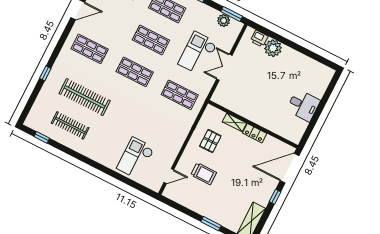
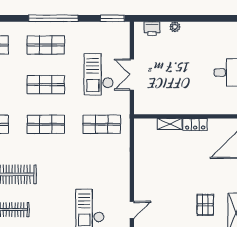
plant: (224, 20) -> (108, 29), removed
plant: (273, 48) -> (175, 27), width x0.53, depth x0.53
pallet: (210, 141) -> (205, 205), moved
trolley: (204, 174) -> (165, 190), removed

